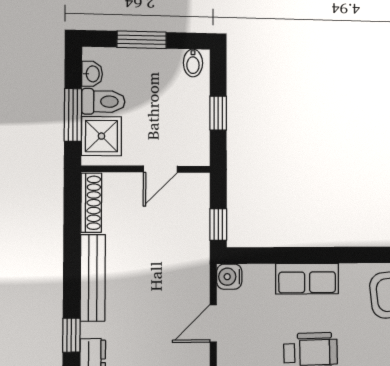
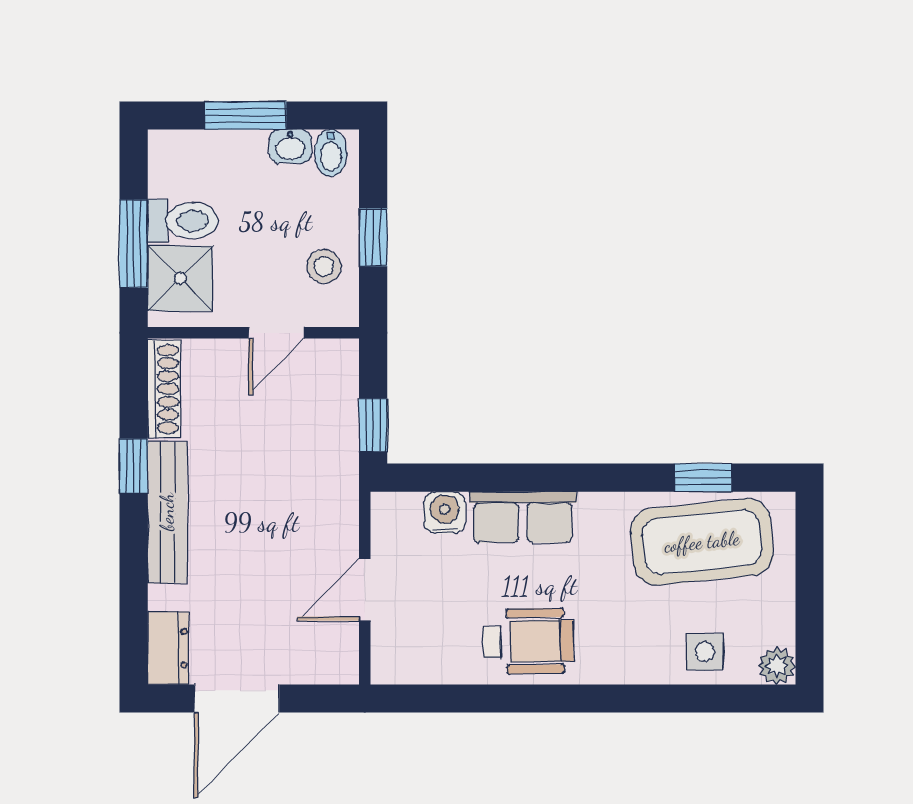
washbasin: (92, 74) -> (290, 146), moved, turned 90
stool: (189, 130) -> (324, 266), added
water cooler: (229, 277) -> (445, 513), moved, turned 90
window: (71, 335) -> (134, 466), moved

